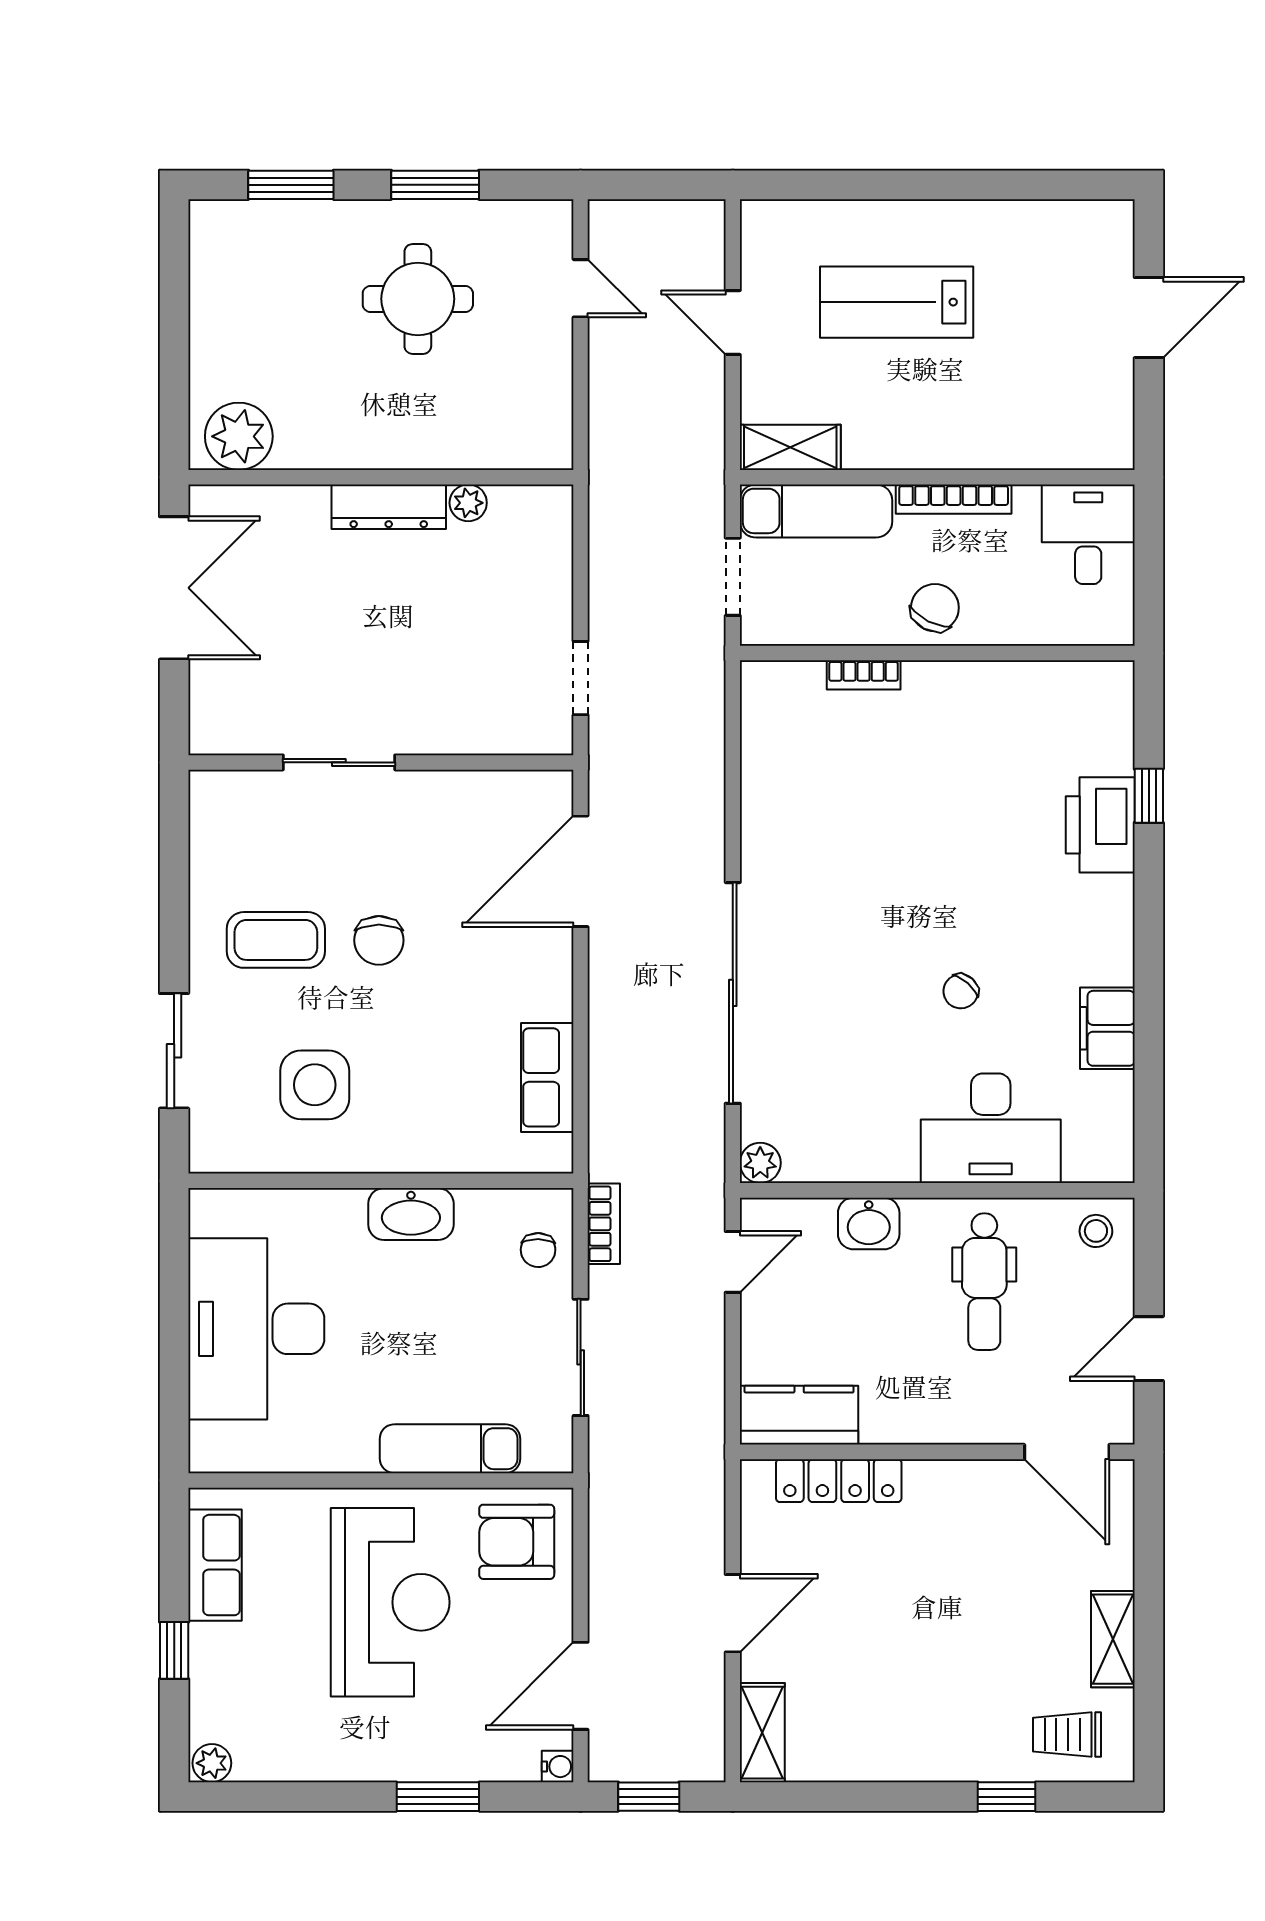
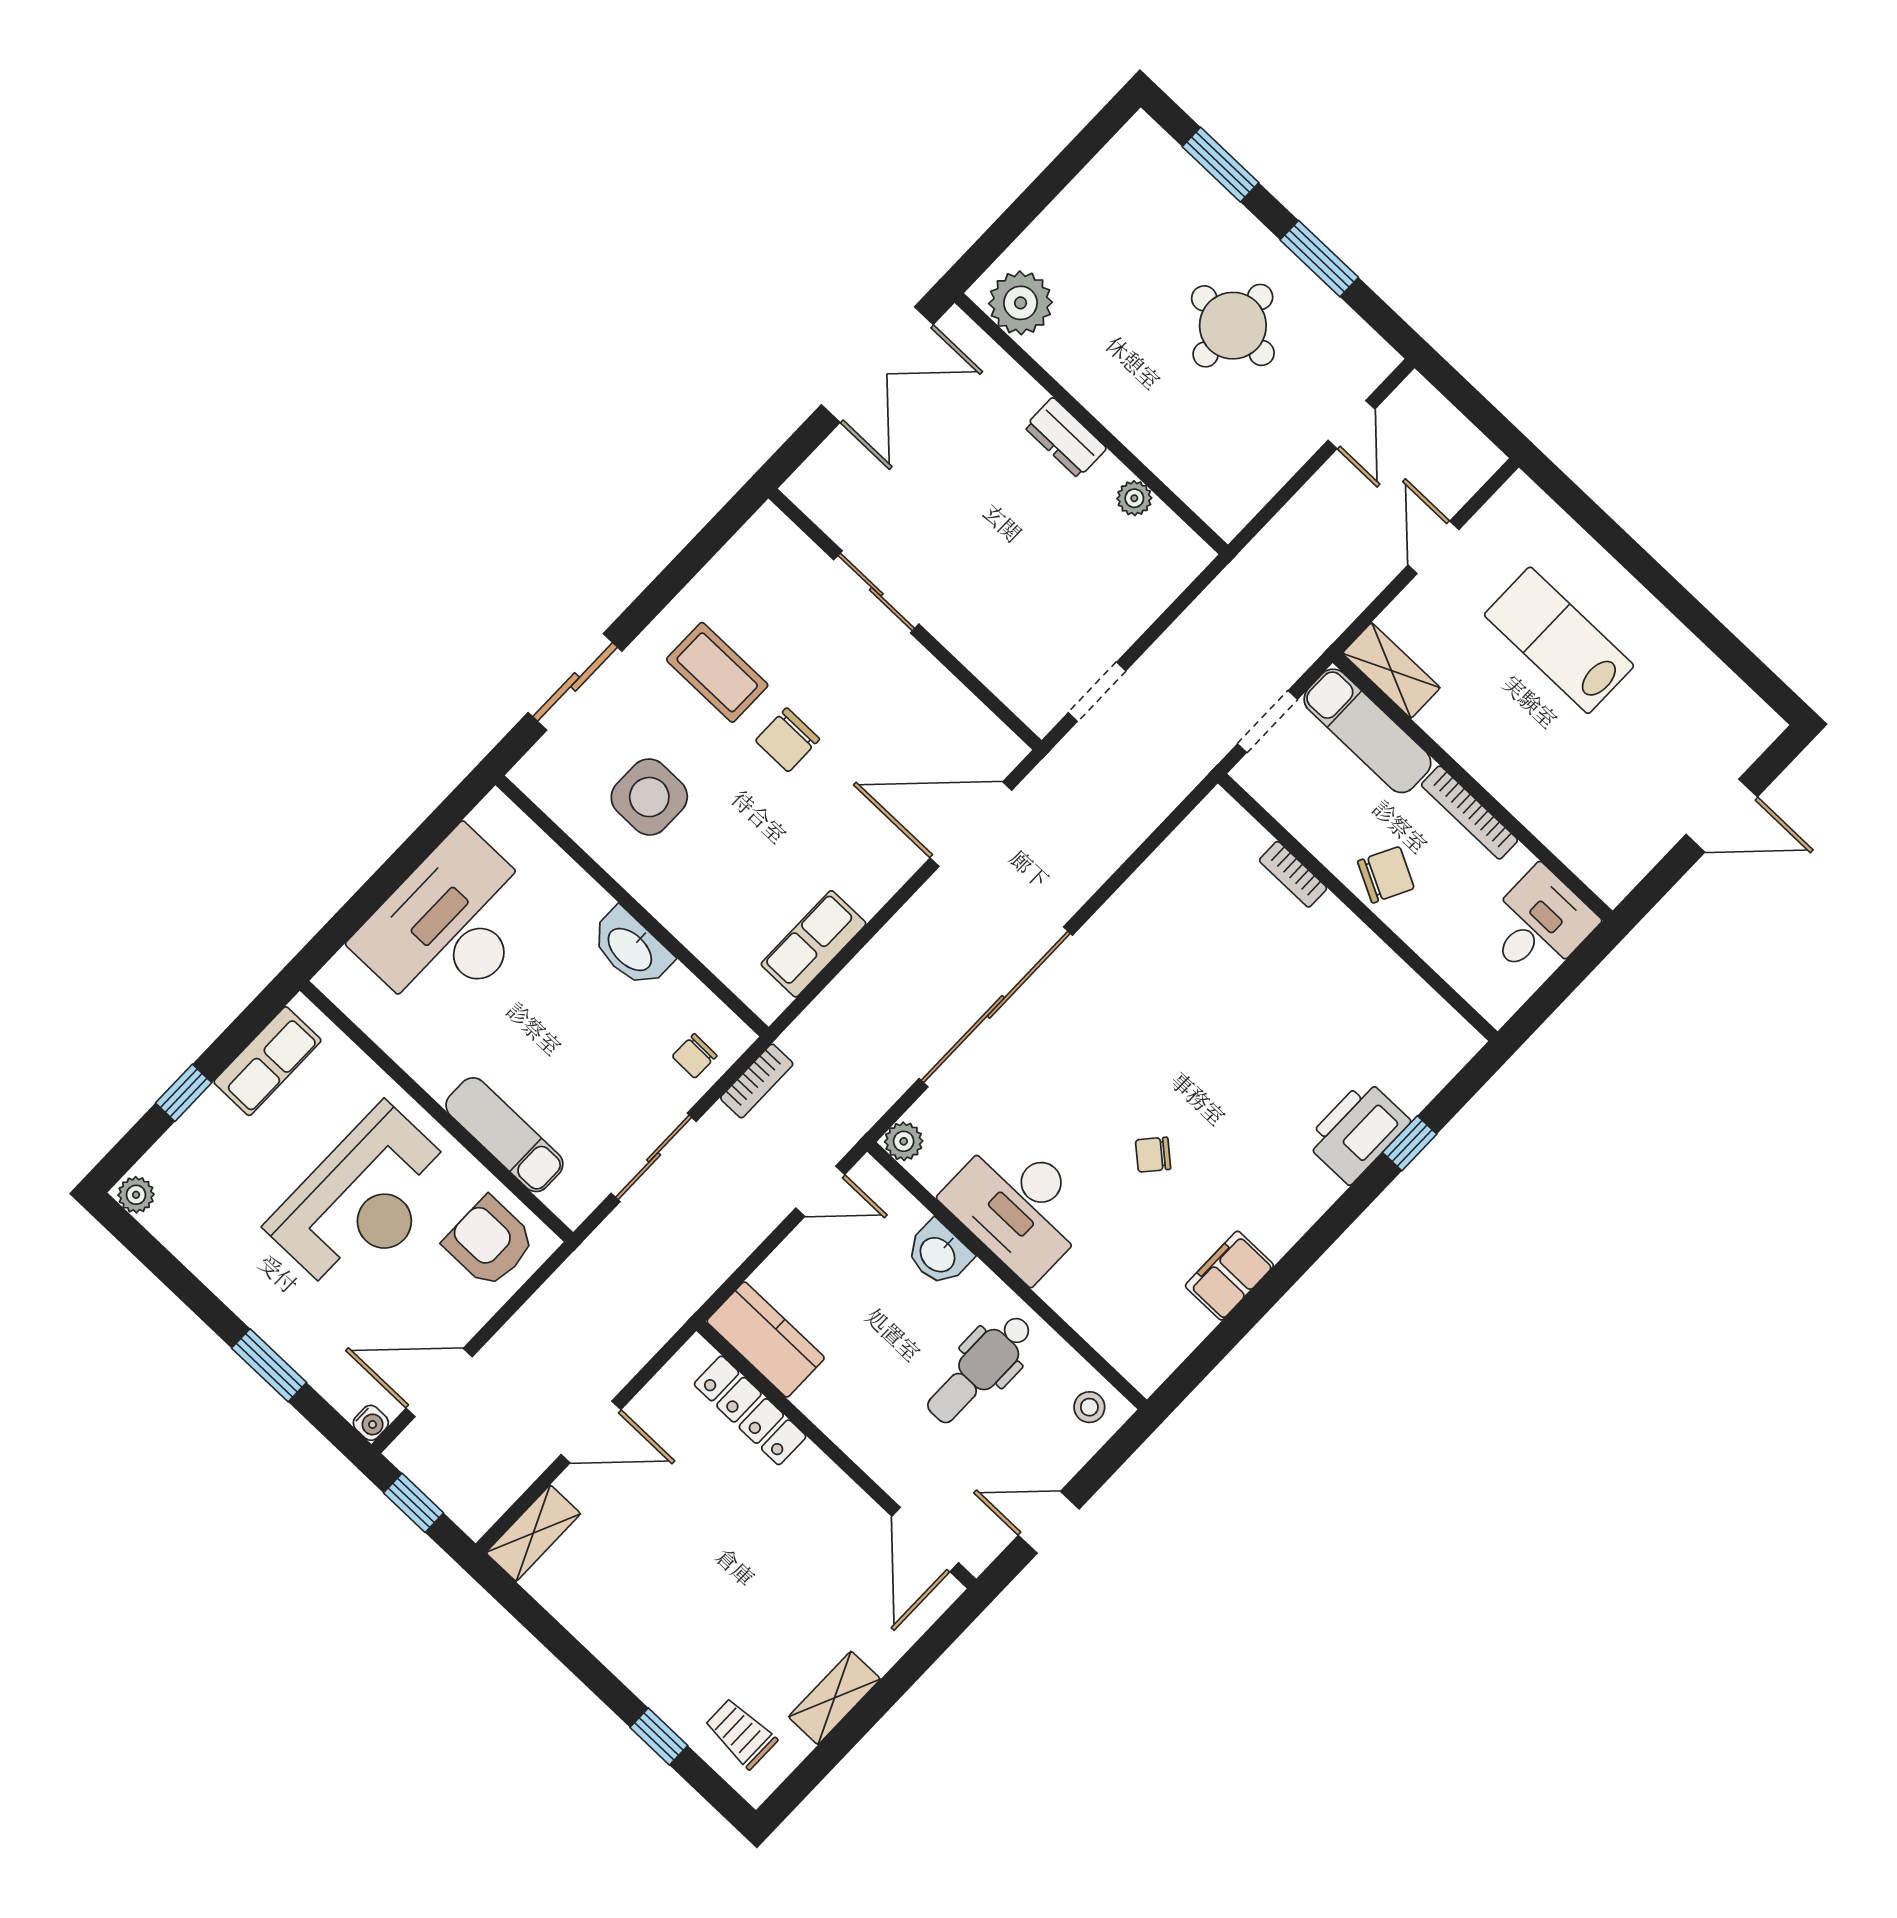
dresser: (389, 507) -> (1065, 438), width x0.70
desk: (991, 1128) -> (1019, 1206), moved

